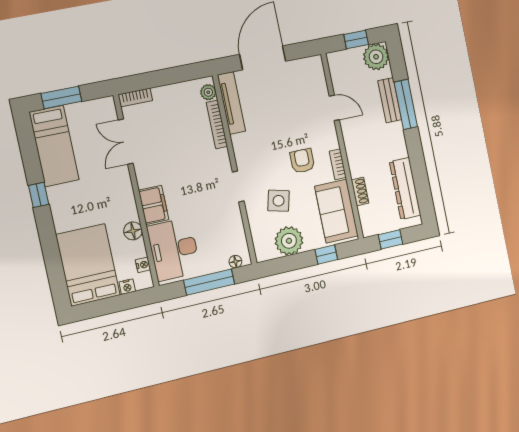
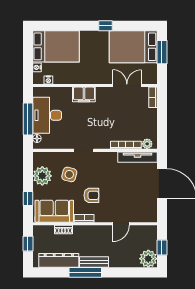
bench: (390, 100) -> (94, 262), moved
window: (406, 104) -> (85, 272), moved
bed: (54, 146) -> (133, 47), width x1.50
floor lamp: (133, 231) -> (71, 78), removed
desk: (174, 249) -> (47, 115), moved, turned -90

